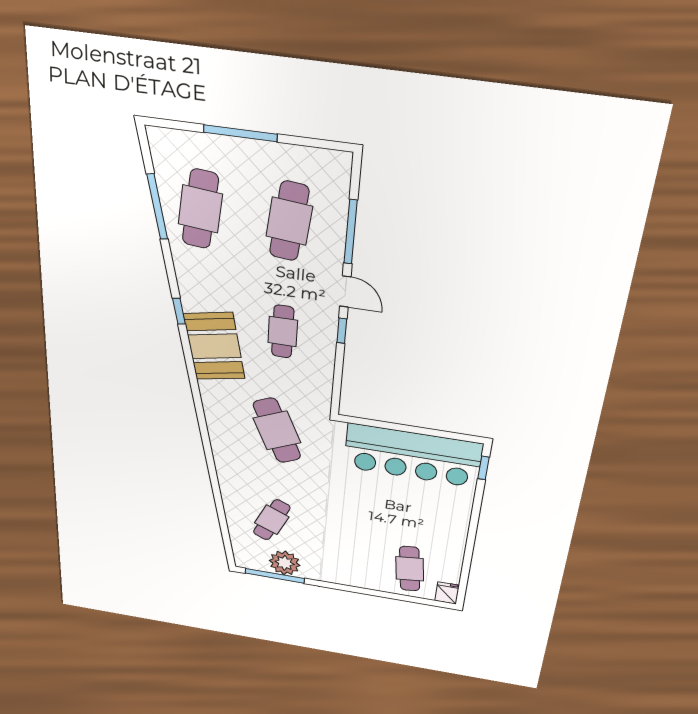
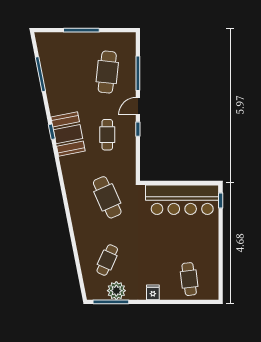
cafe table: (200, 209) -> (62, 72), removed
door: (345, 292) -> (138, 106), swing flipped
booth: (214, 346) -> (68, 134), moved
fridge: (447, 593) -> (153, 292), moved

